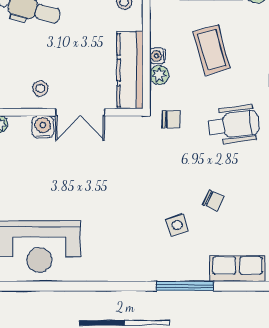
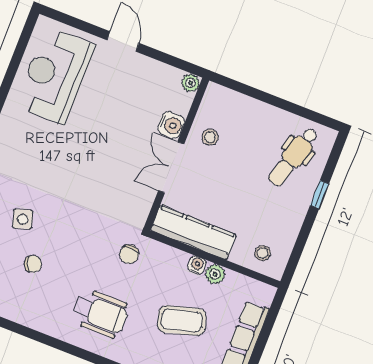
plant: (159, 75) -> (215, 274), moved
wheelchair: (233, 125) -> (100, 313), turned -83
chair: (213, 201) -> (33, 264), turned -136

